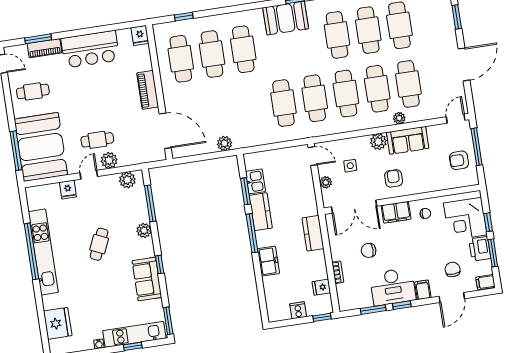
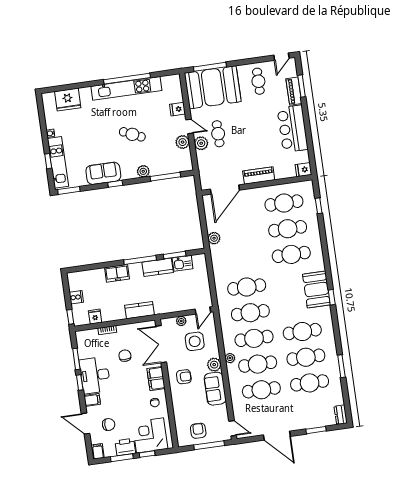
plant: (399, 118) -> (230, 358), moved
side table: (350, 166) -> (195, 341), width x1.87, depth x1.87
plant: (127, 180) -> (183, 142), moved

